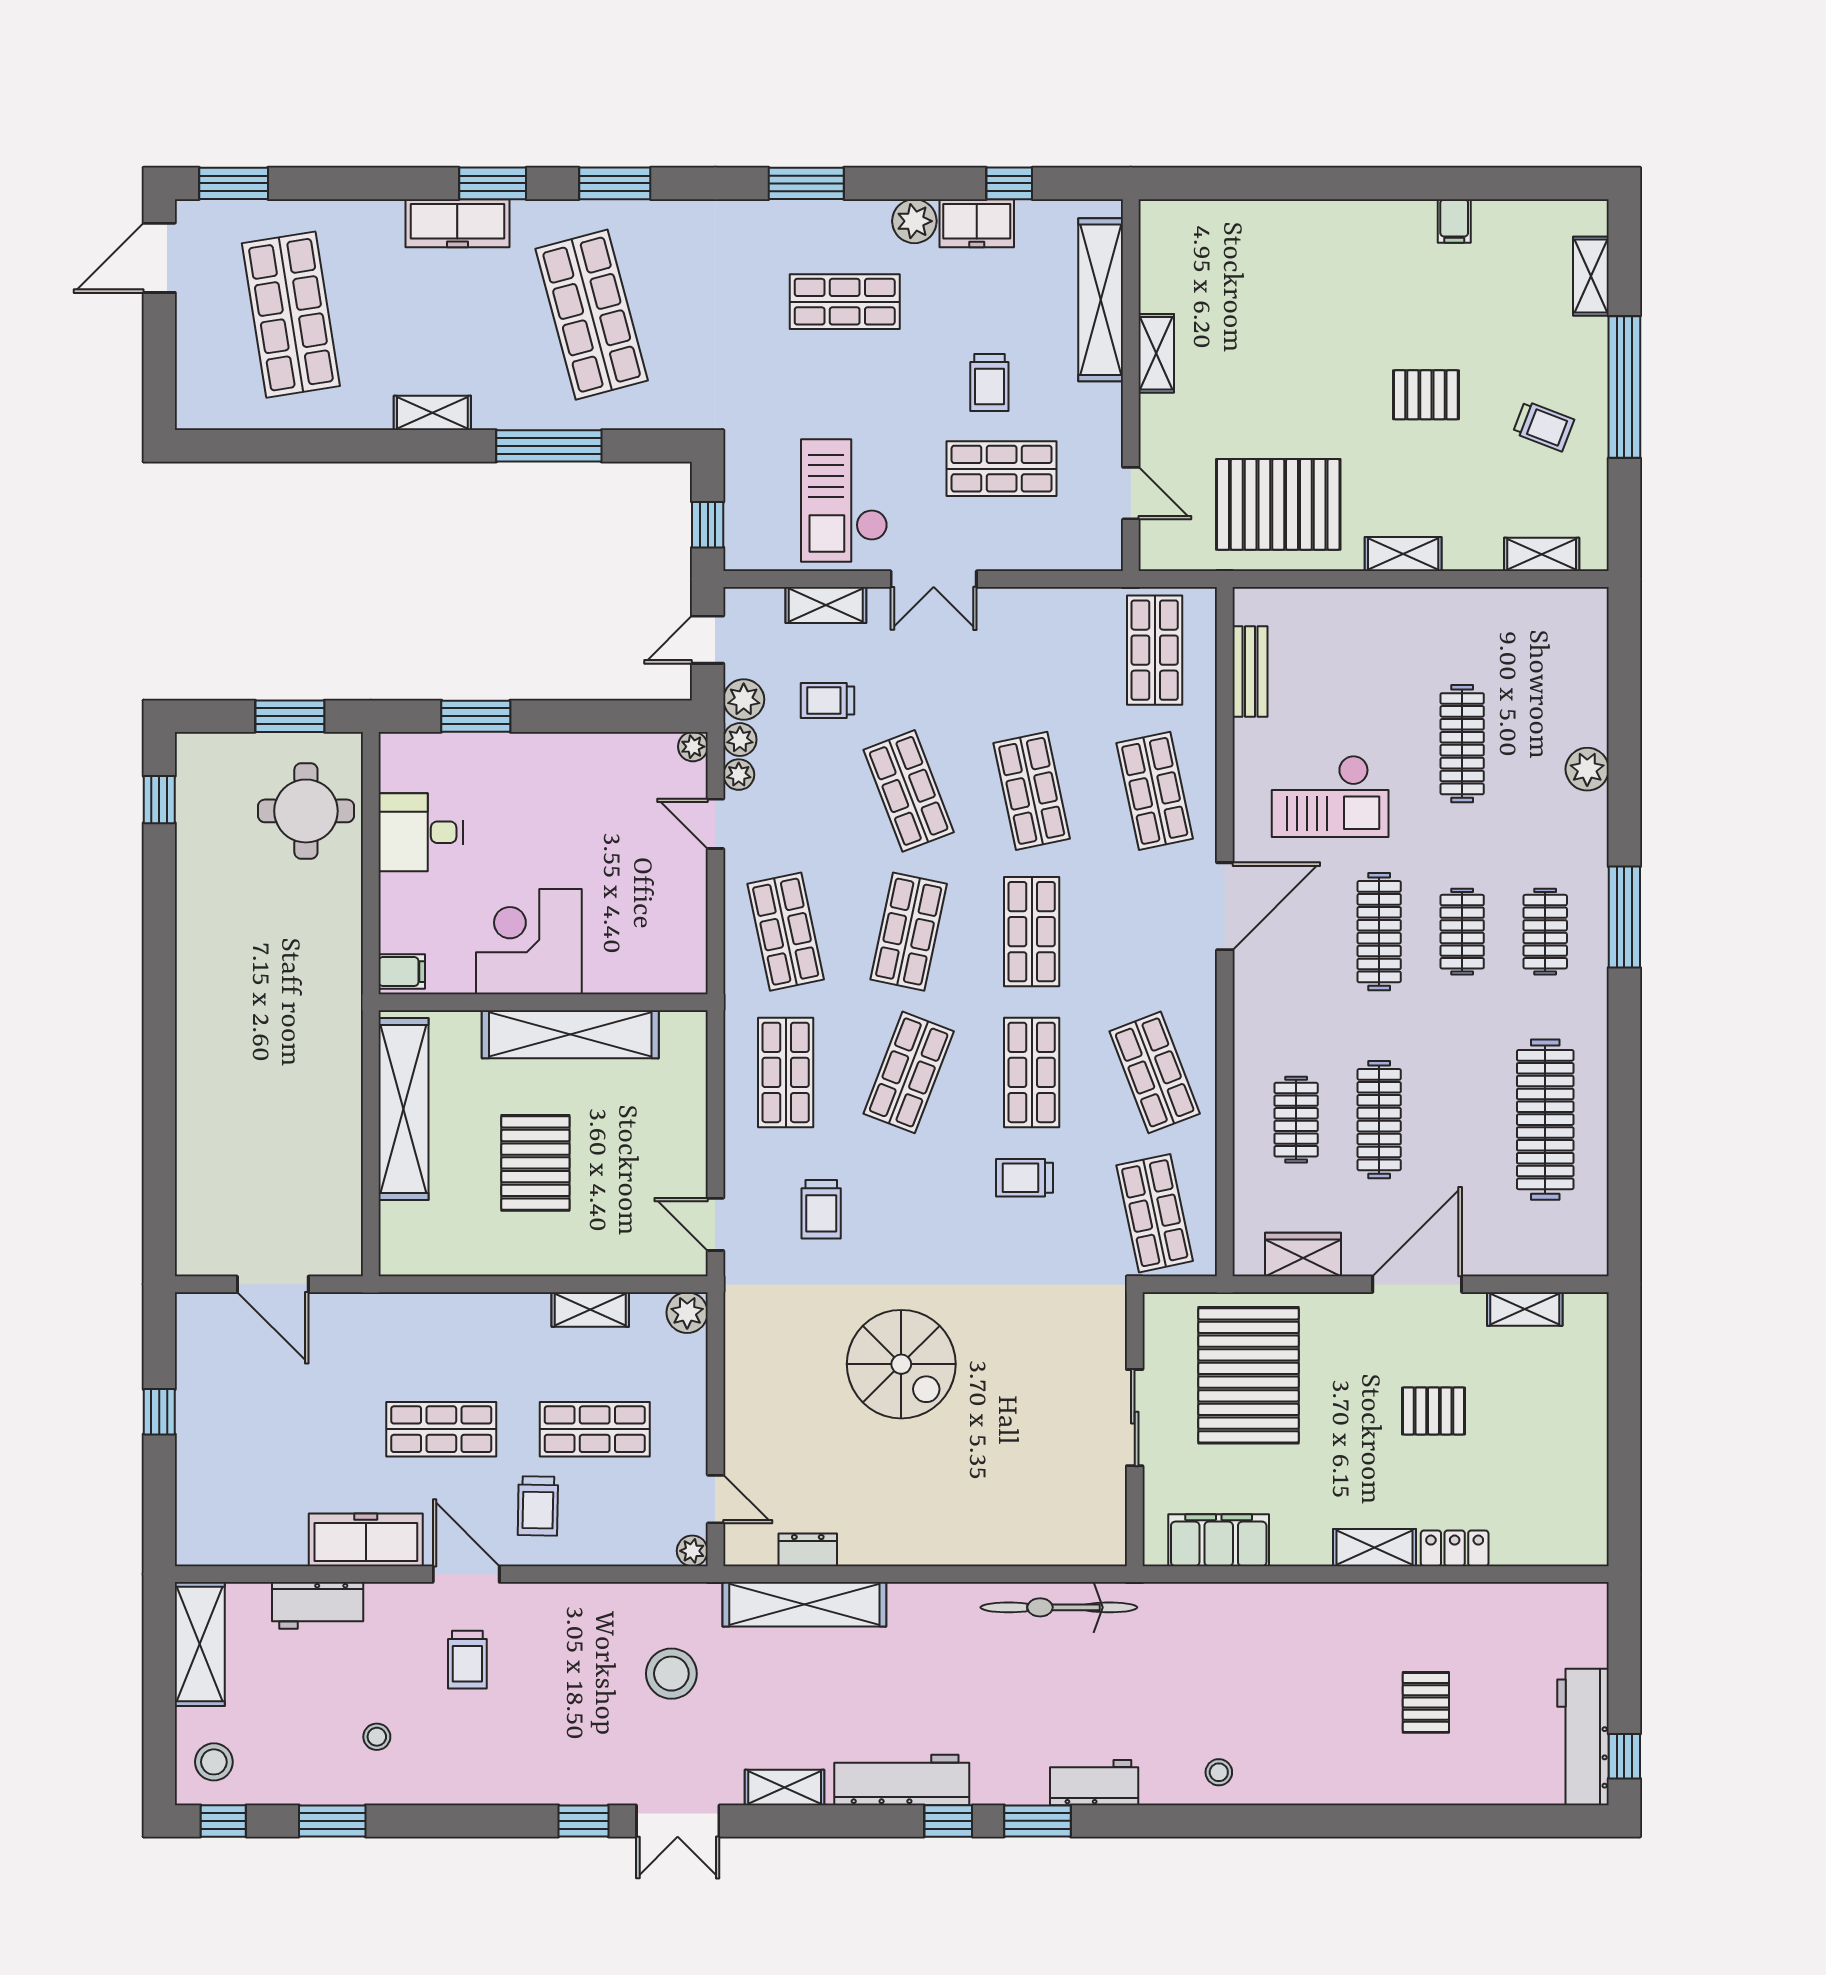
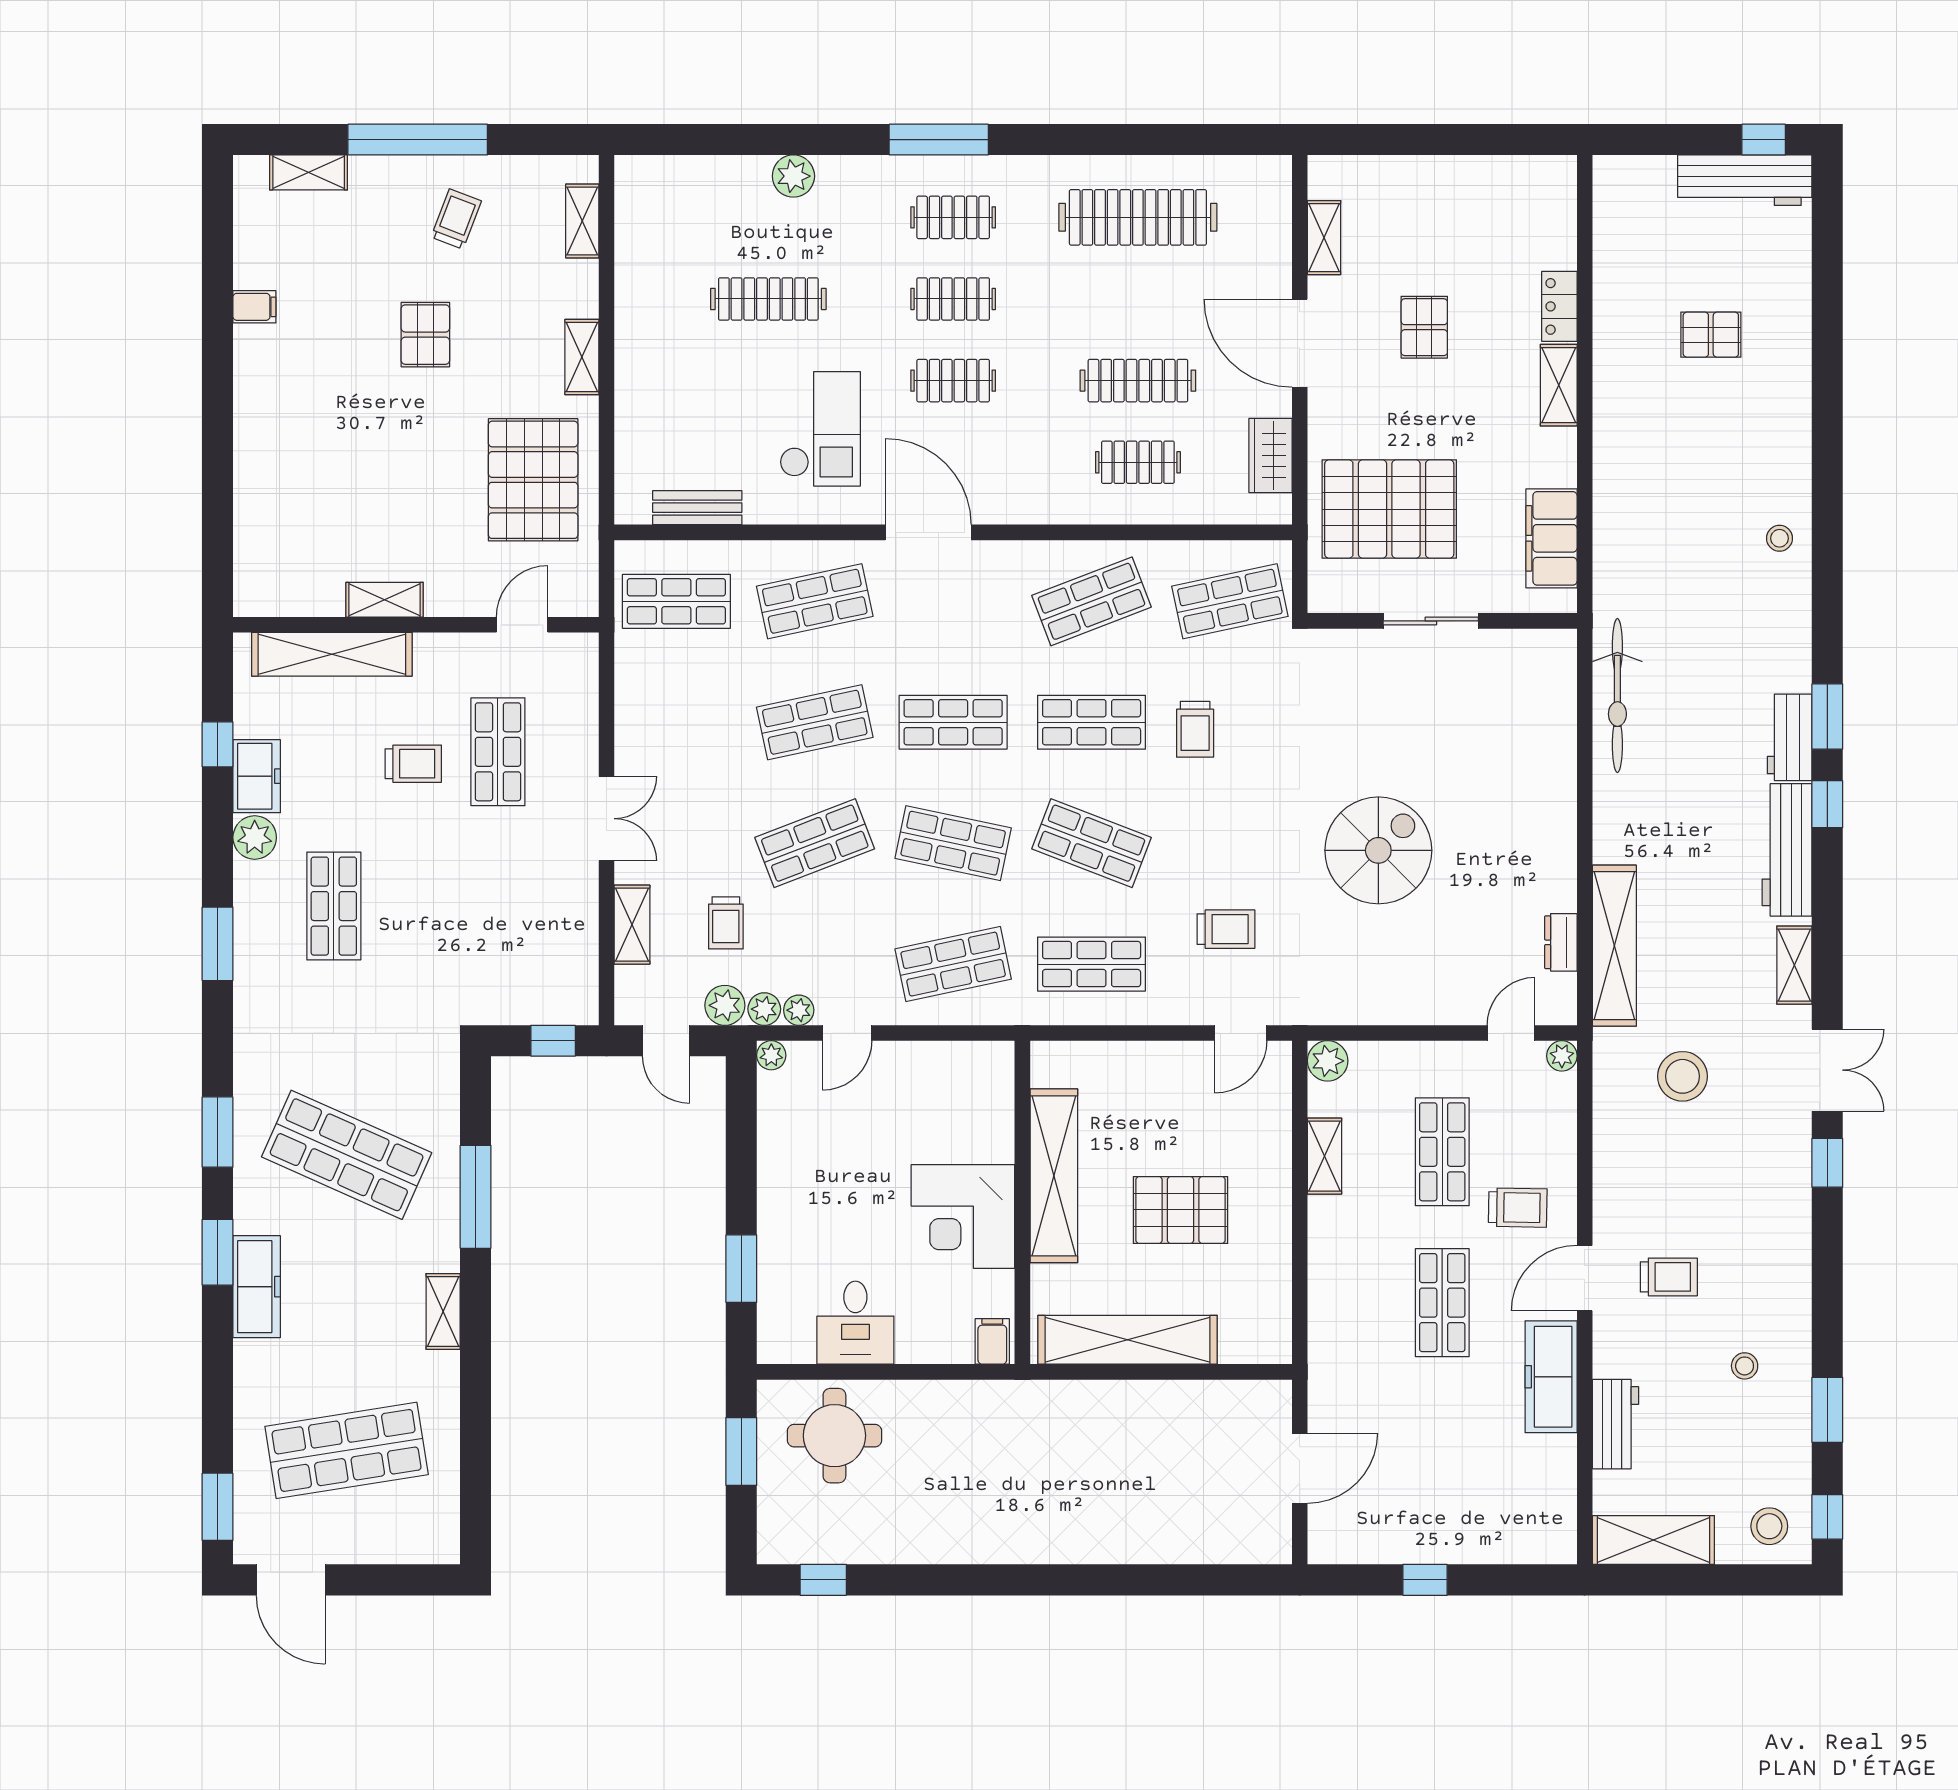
shop shelf: (592, 315) -> (347, 1155), turned 39
checkout: (844, 500) -> (529, 906), removed
clothes rail: (1379, 932) -> (953, 381), width x0.73
workbench: (1094, 1783) -> (1790, 737), moved

